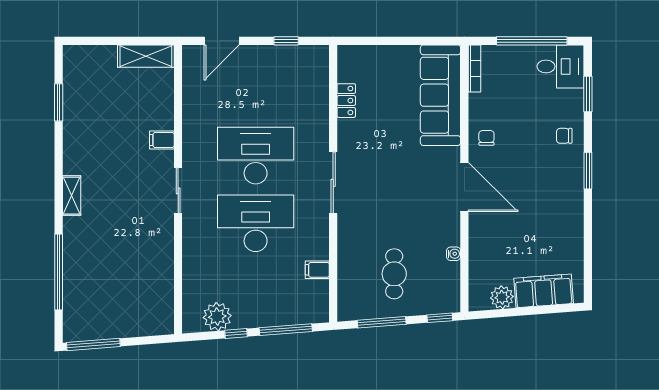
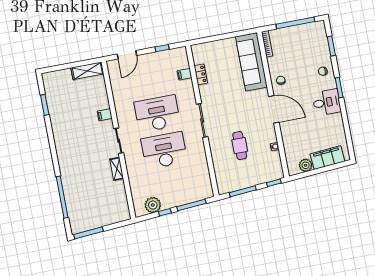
desk: (560, 66) -> (327, 102), moved
shelving: (72, 196) -> (117, 169), moved
filing cabinet: (317, 270) -> (184, 74), moved
cafe table: (394, 274) -> (240, 146), moved

